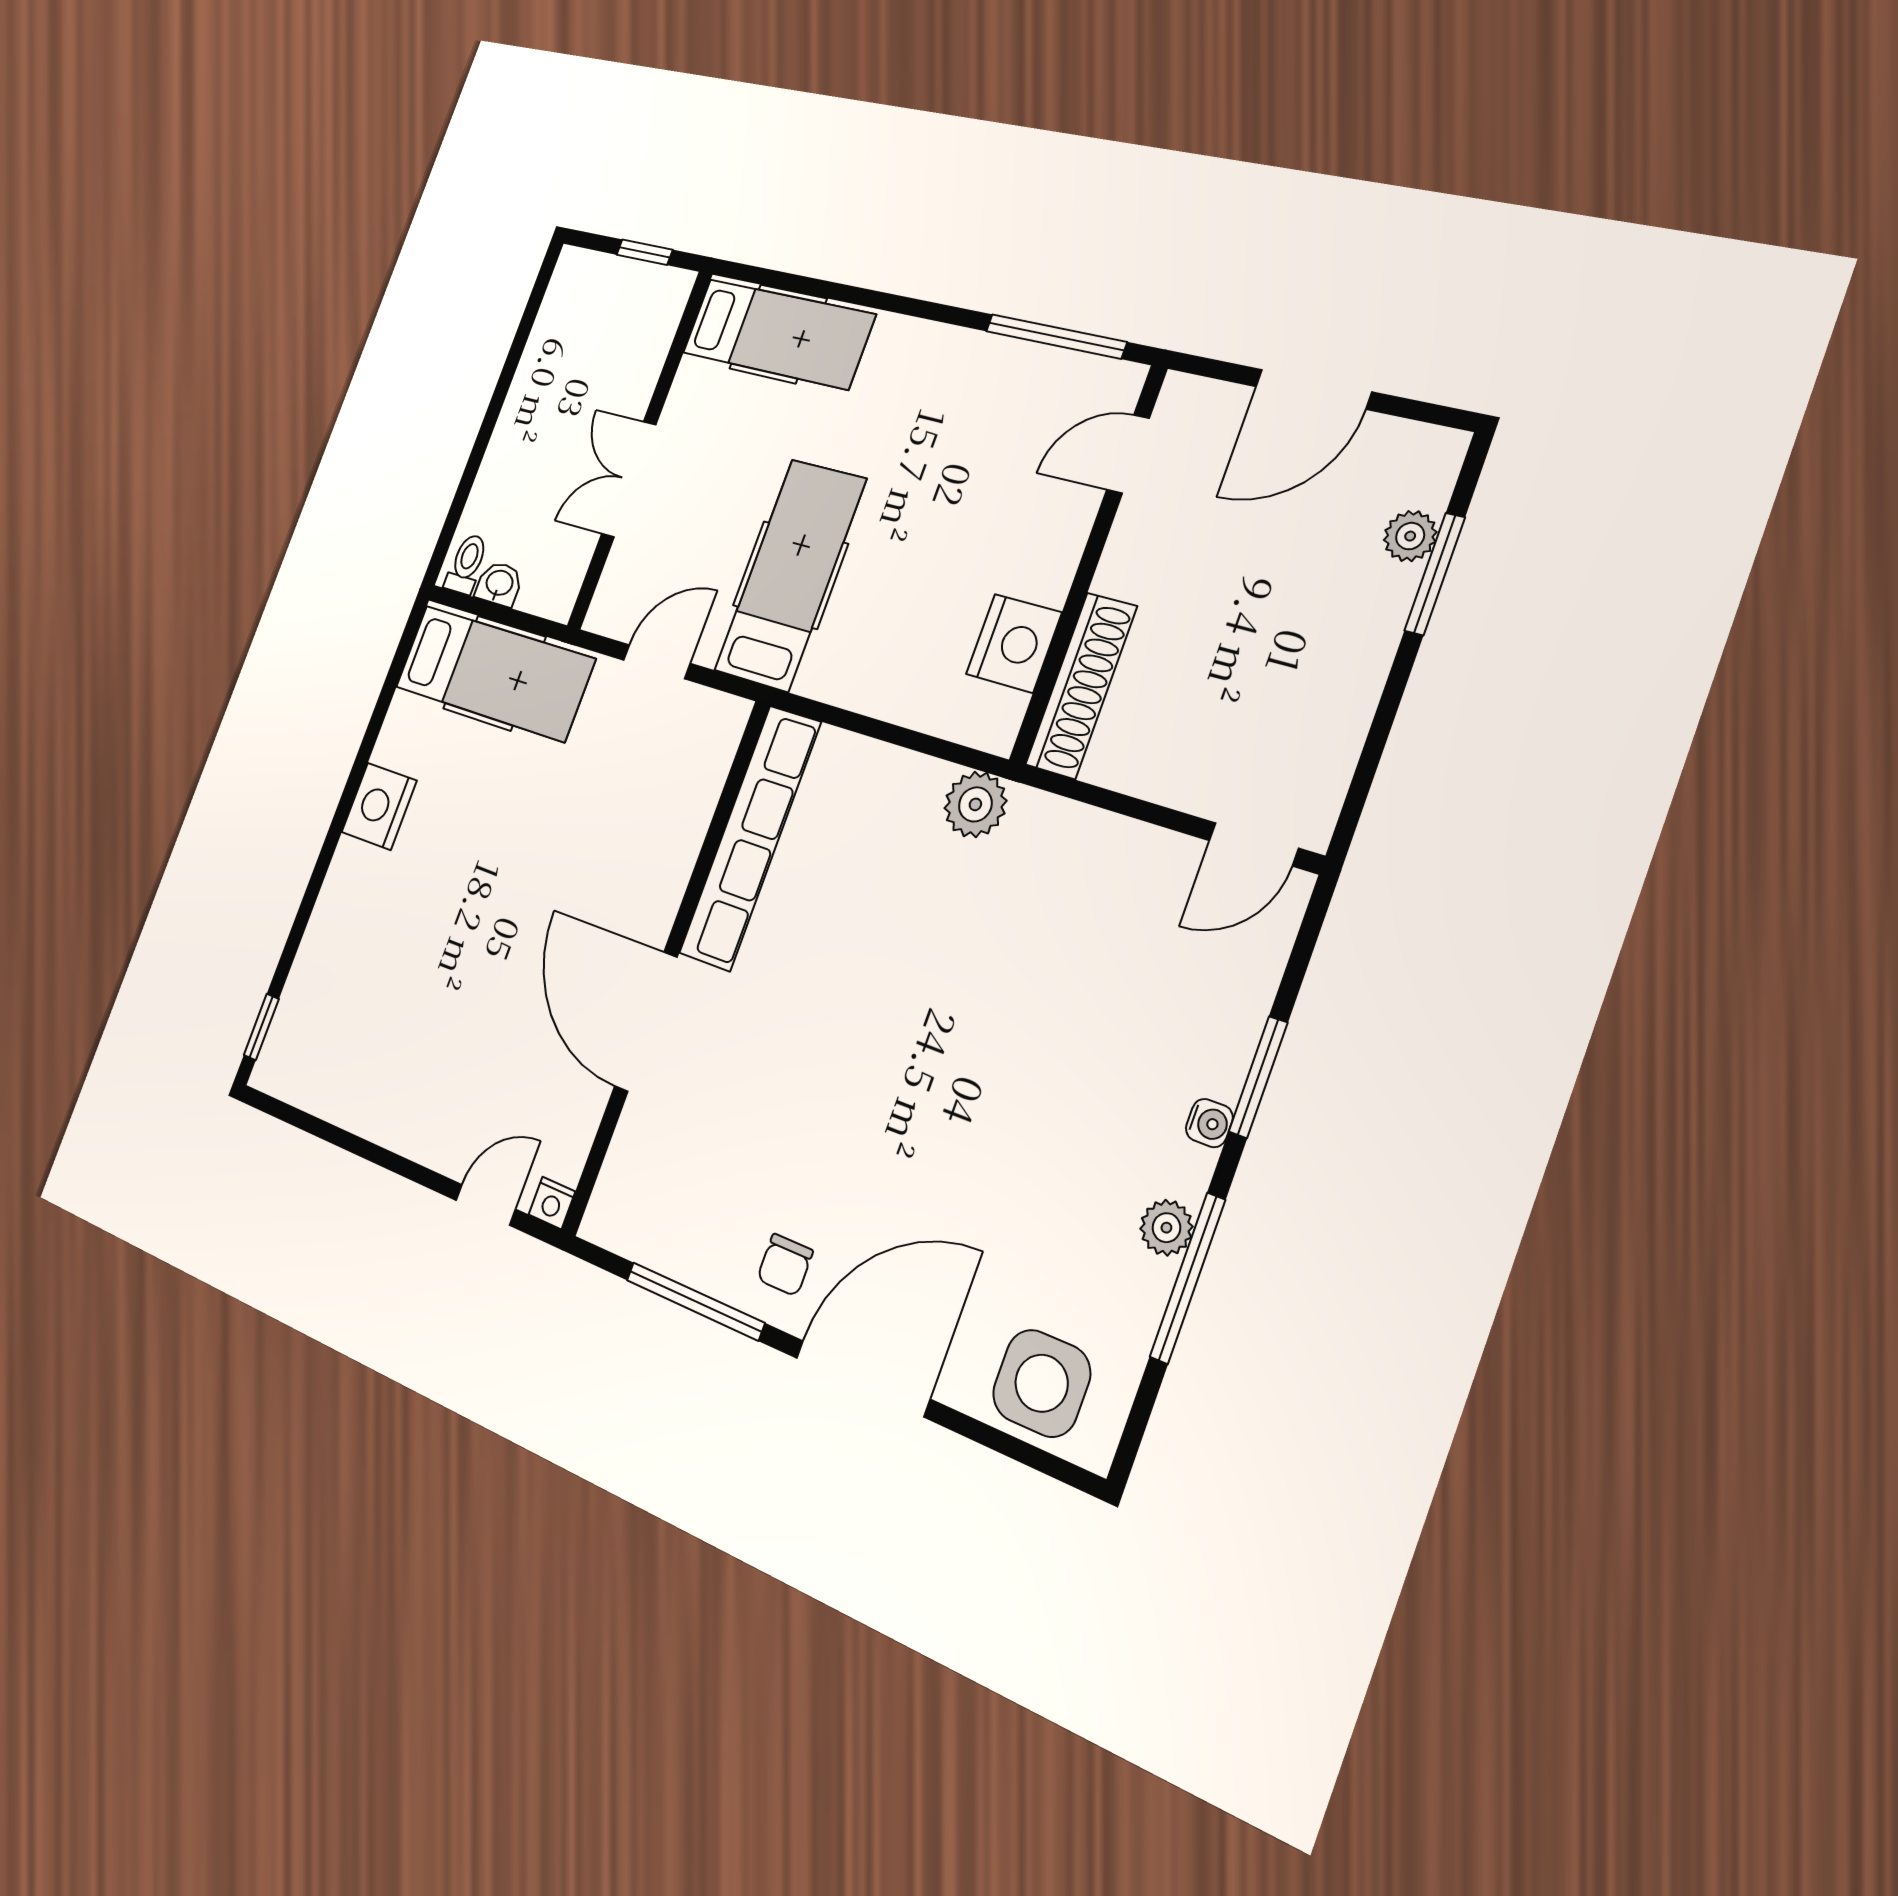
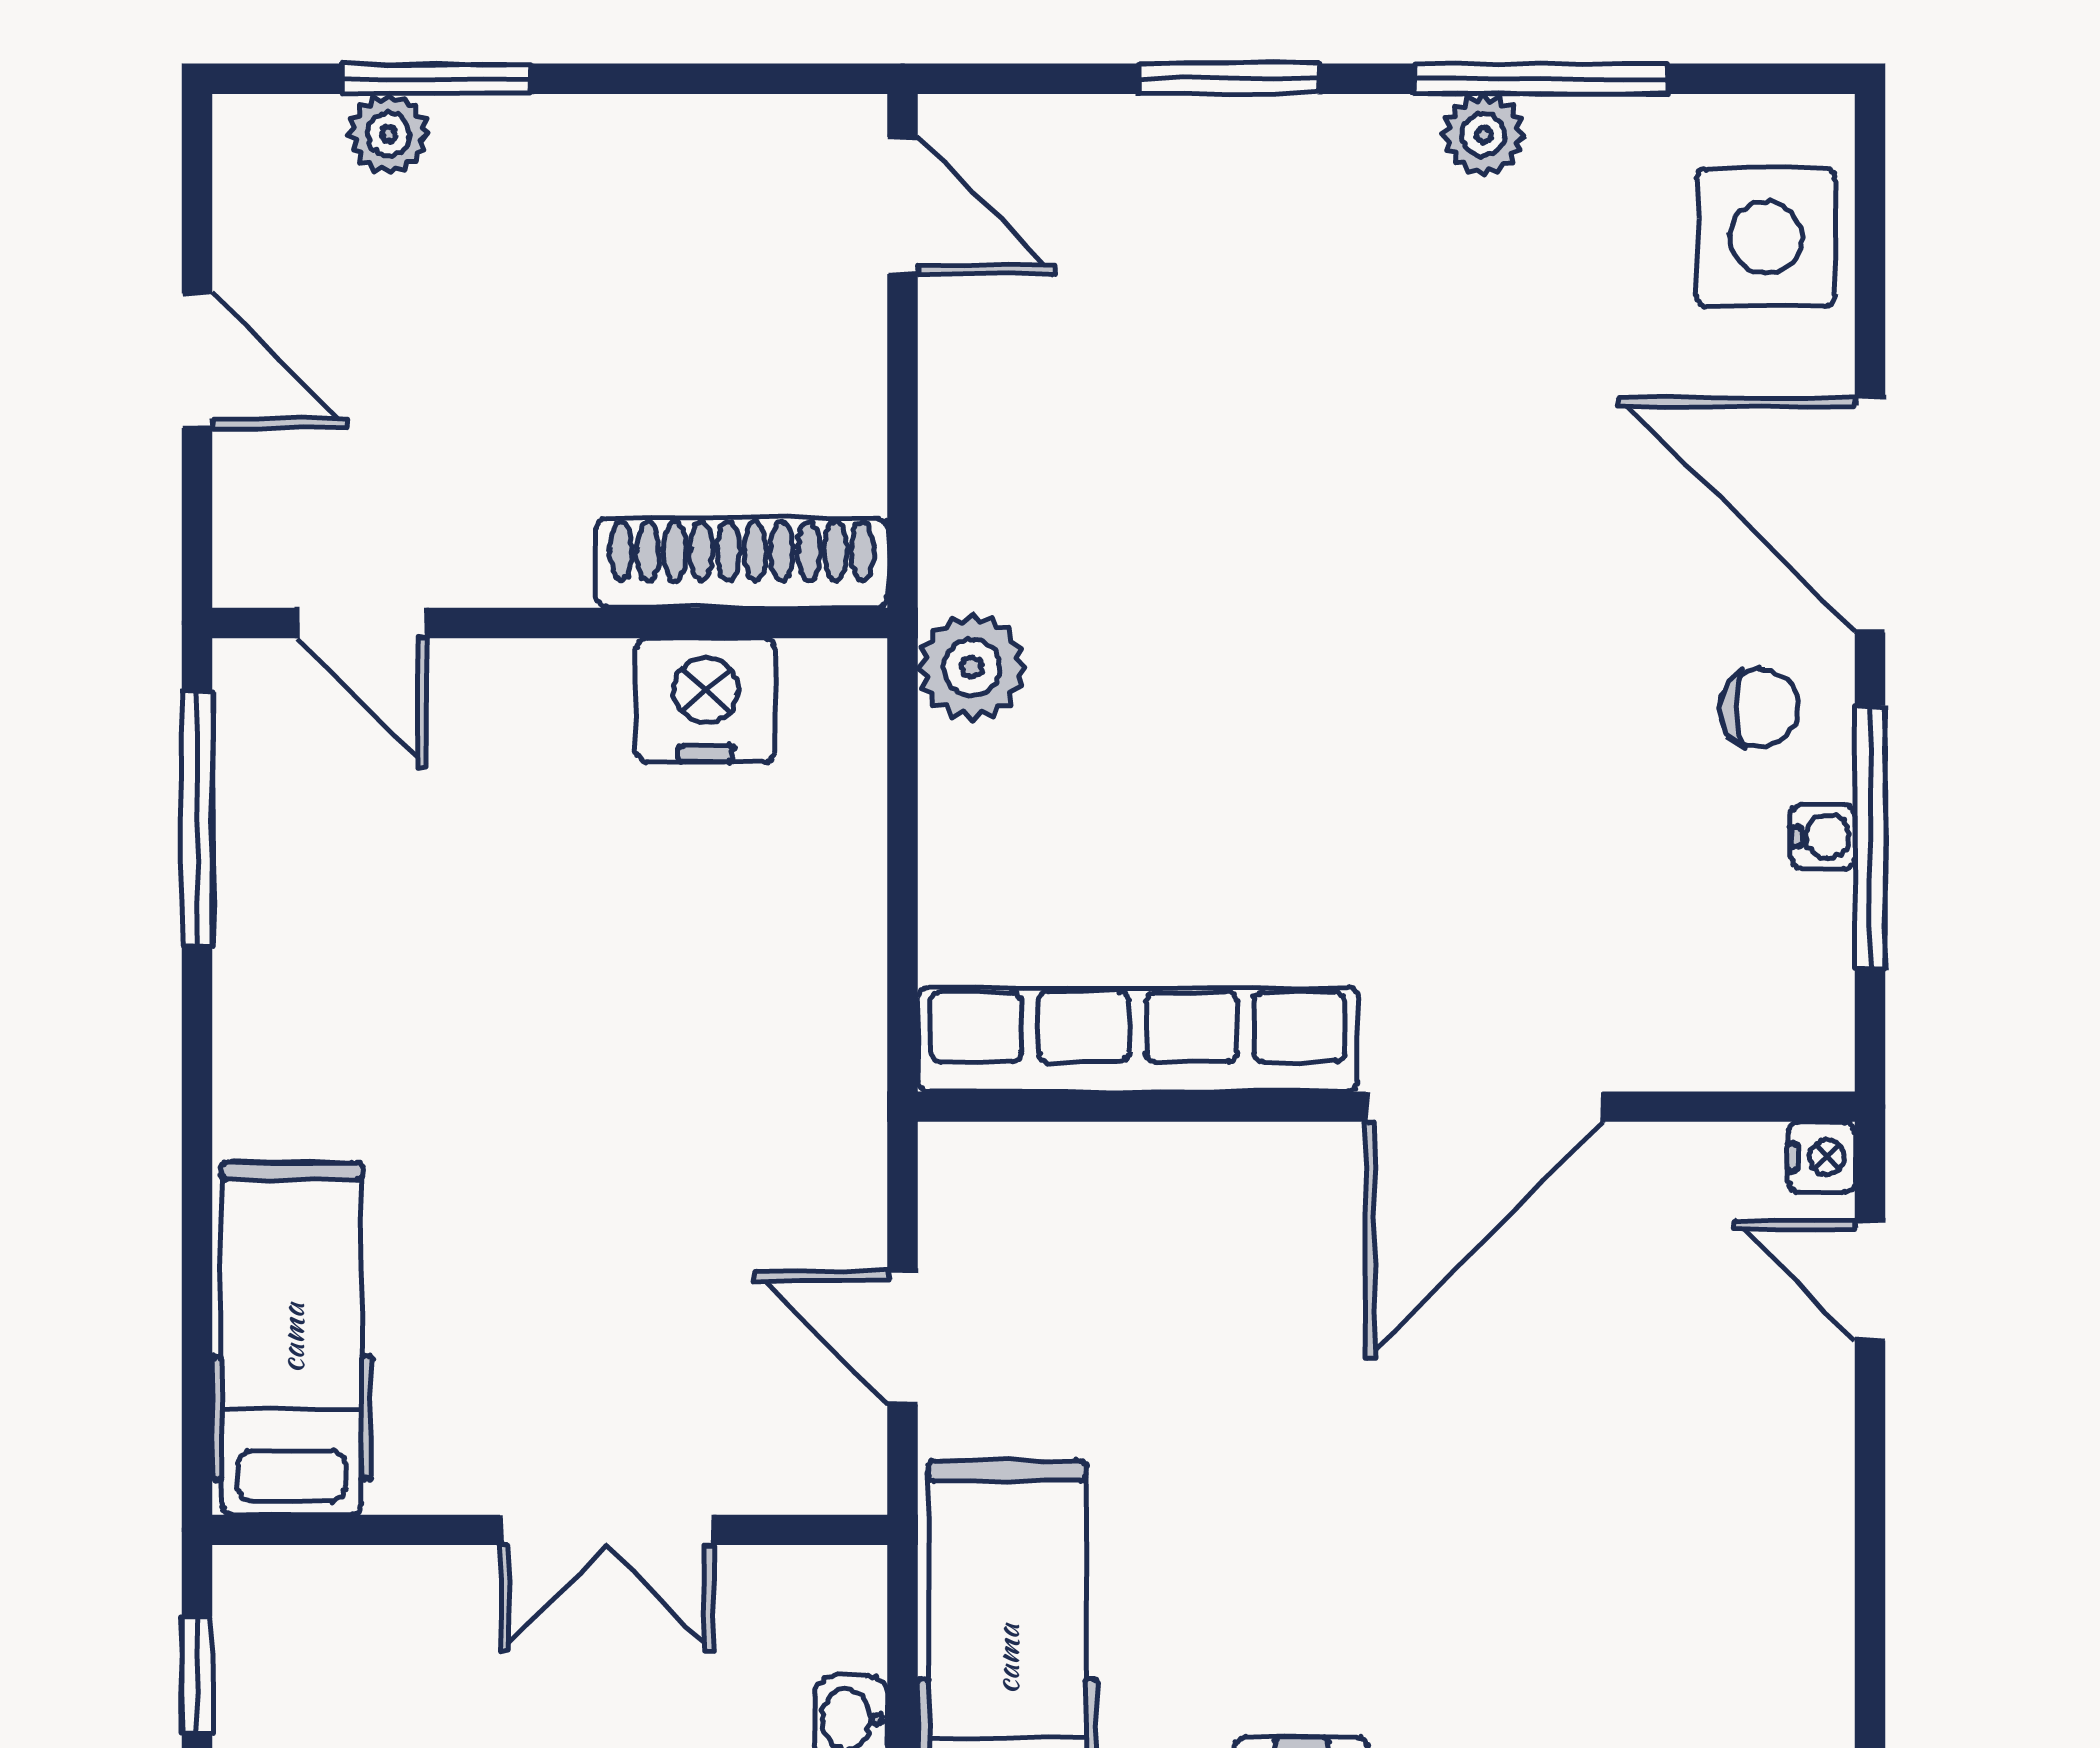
door: (1313, 389) -> (197, 361), width x0.73
hospital bed: (790, 575) -> (695, 1144), removed
water cooler: (1209, 1123) -> (1823, 836), moved, turned 90

